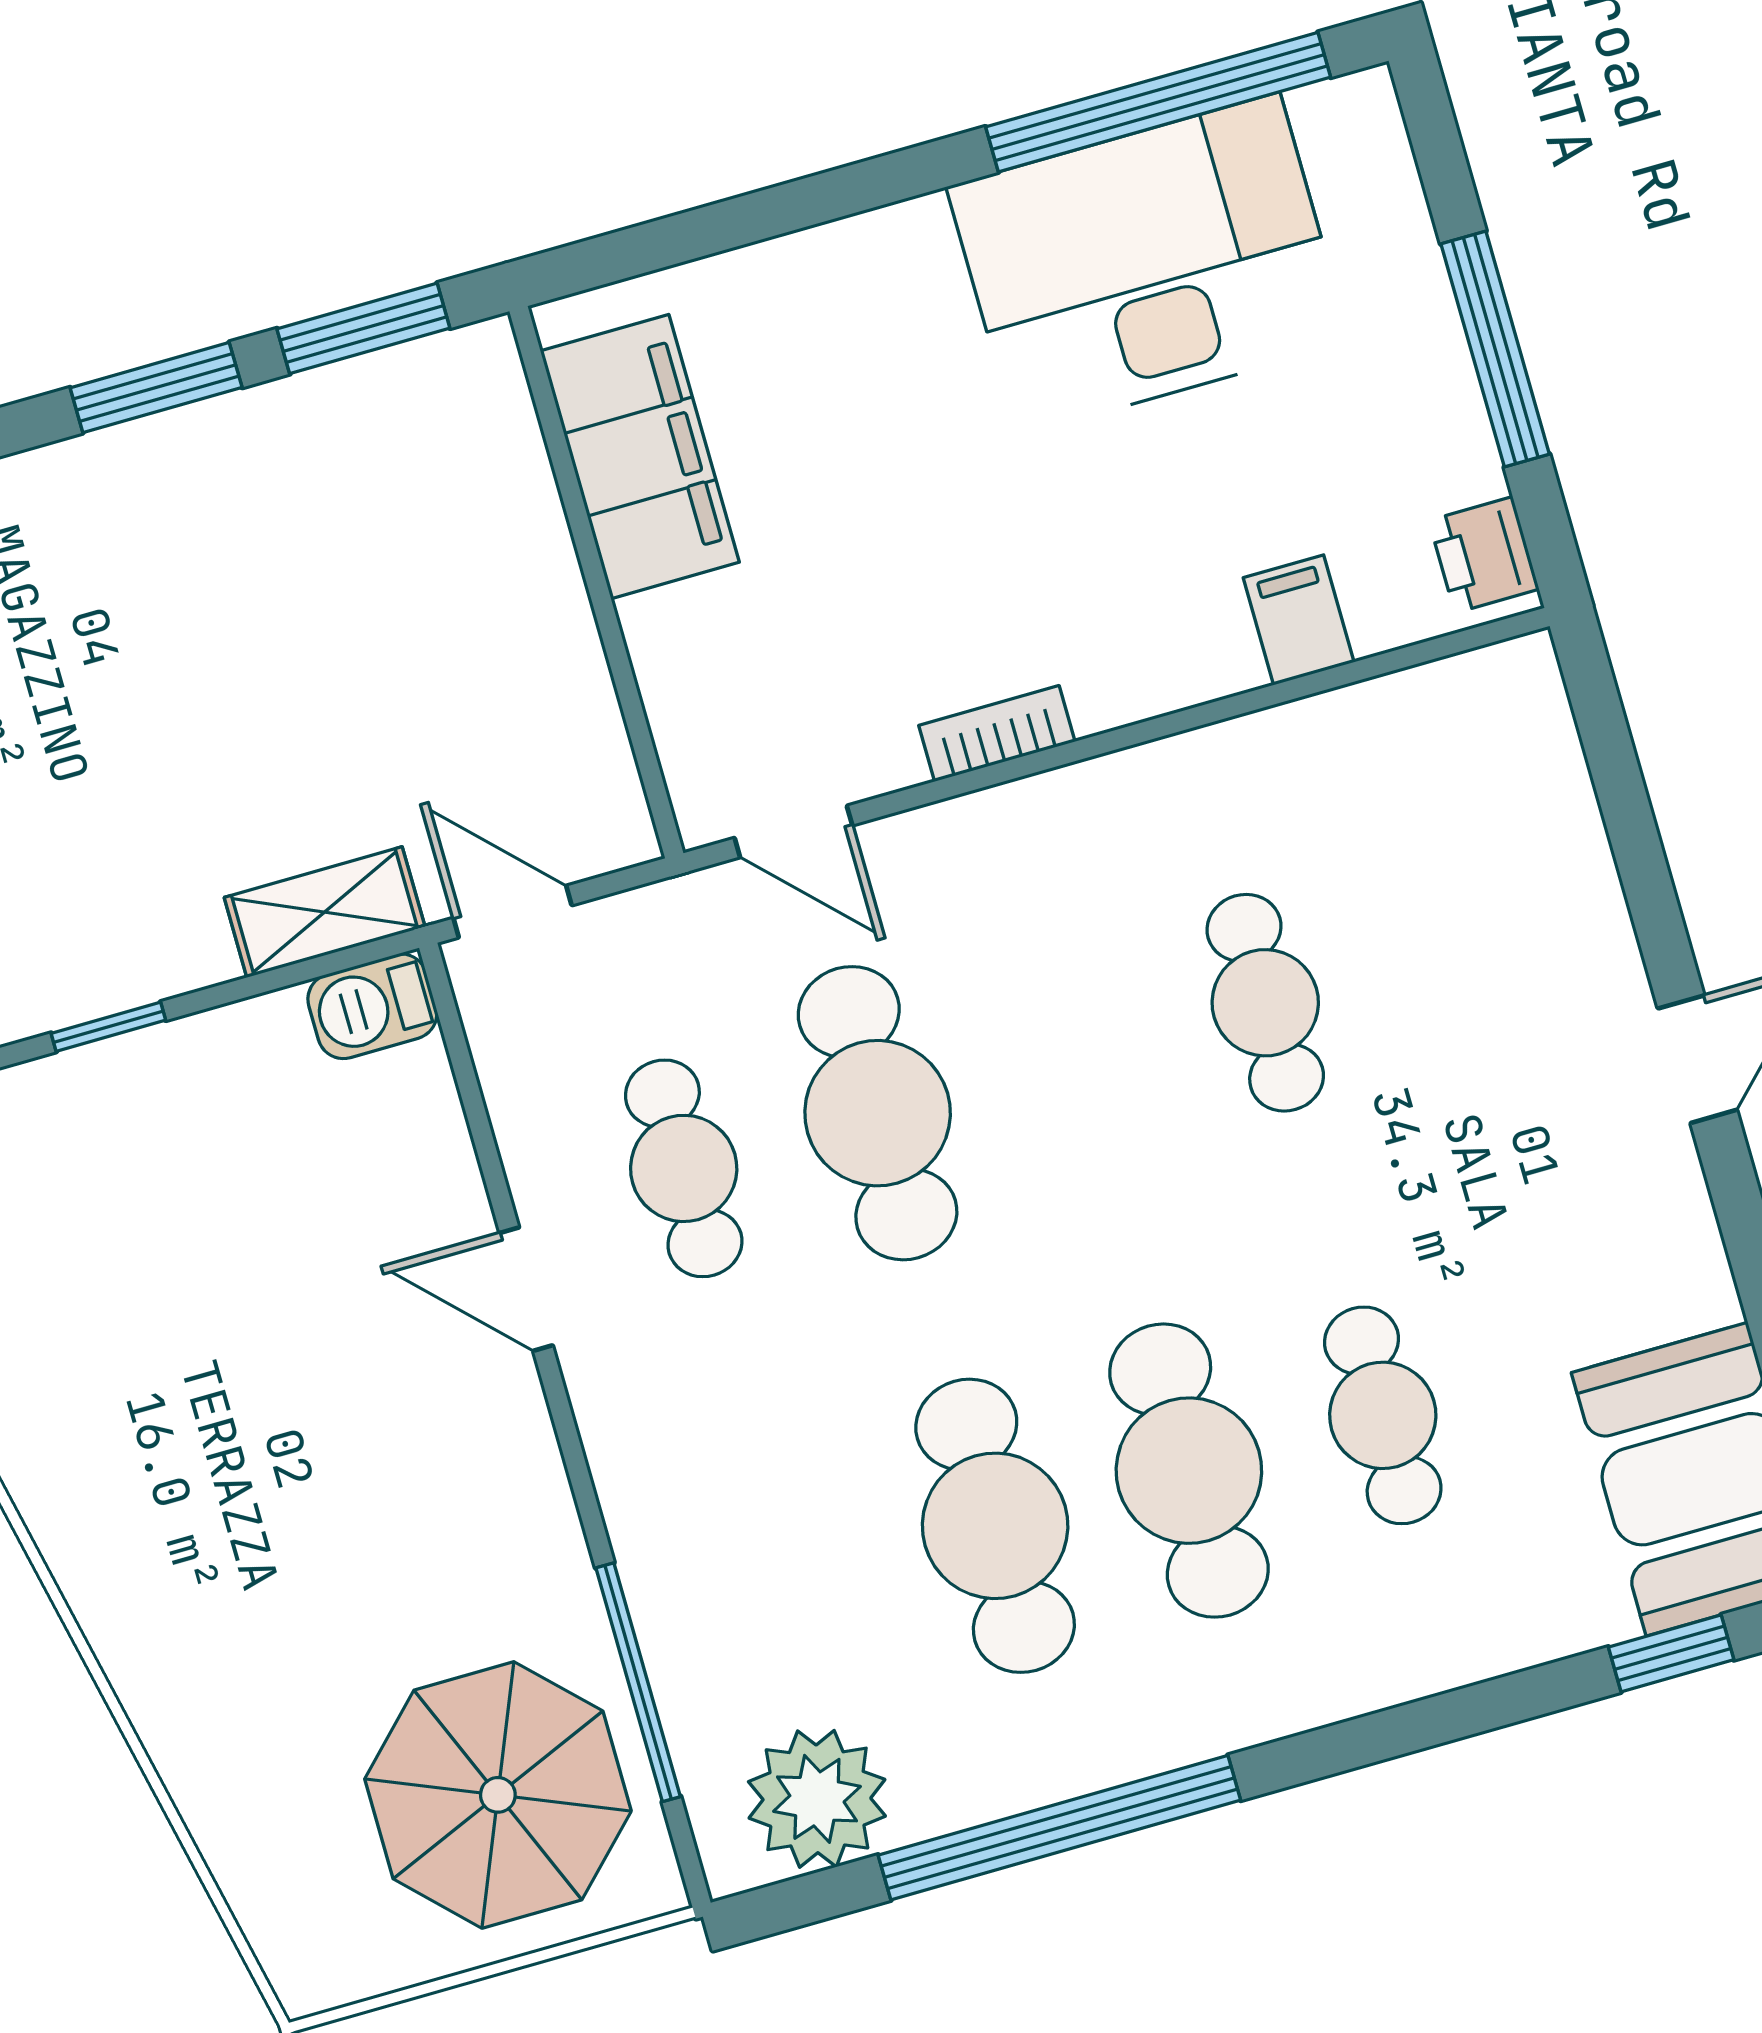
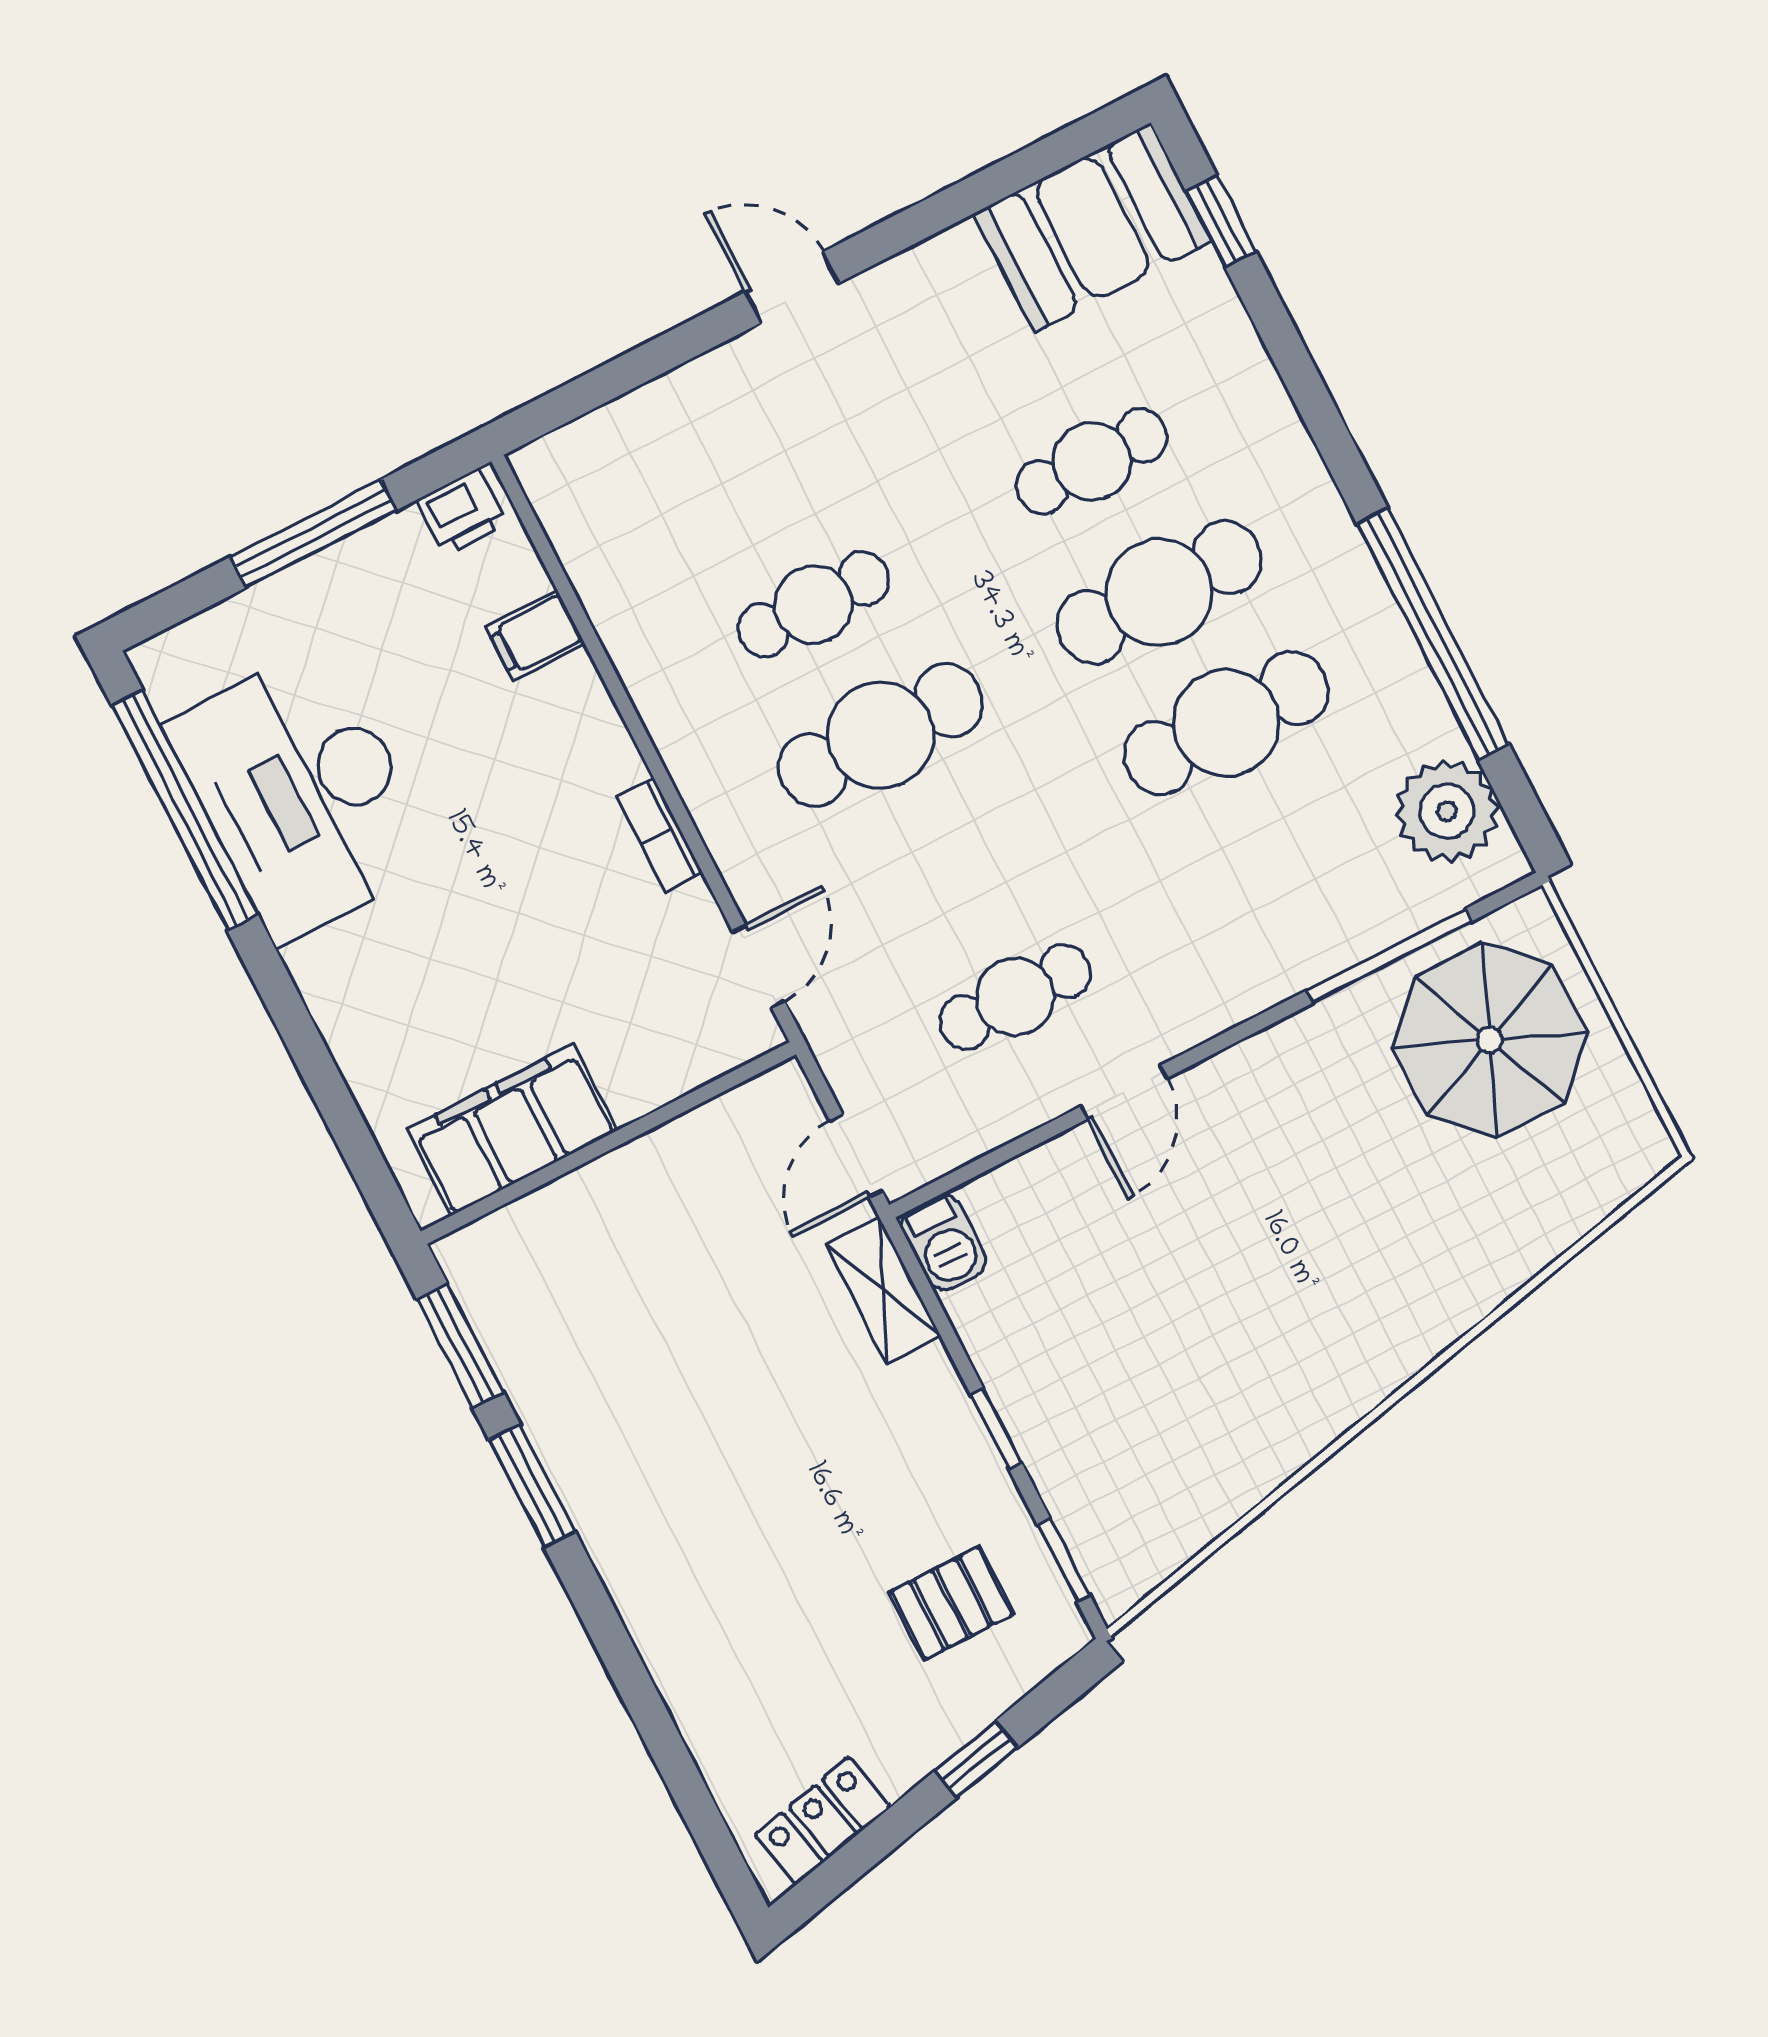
cafe table: (878, 1113) -> (881, 735), moved

